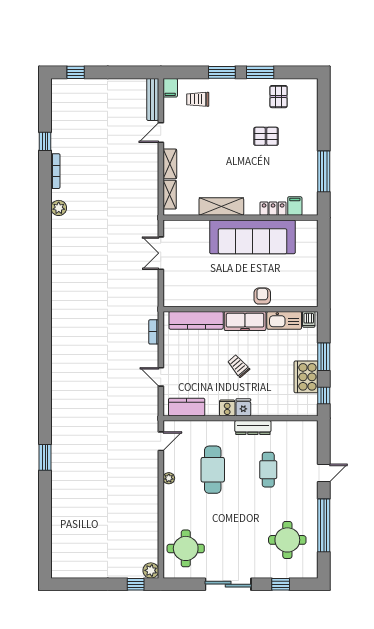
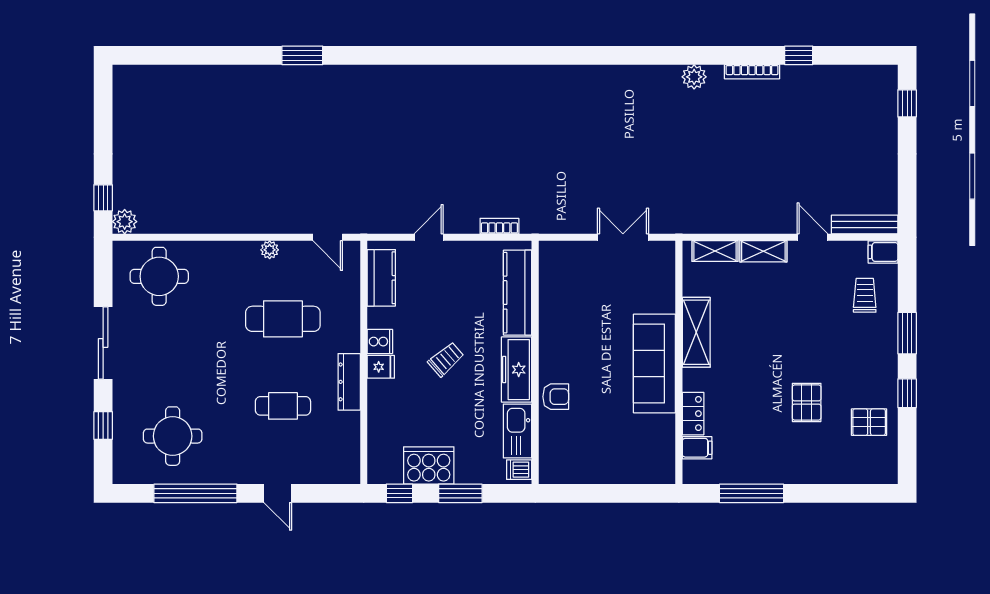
window: (260, 72) -> (907, 393), width x0.67
sofa: (253, 237) -> (654, 364), width x0.74, depth x0.79

